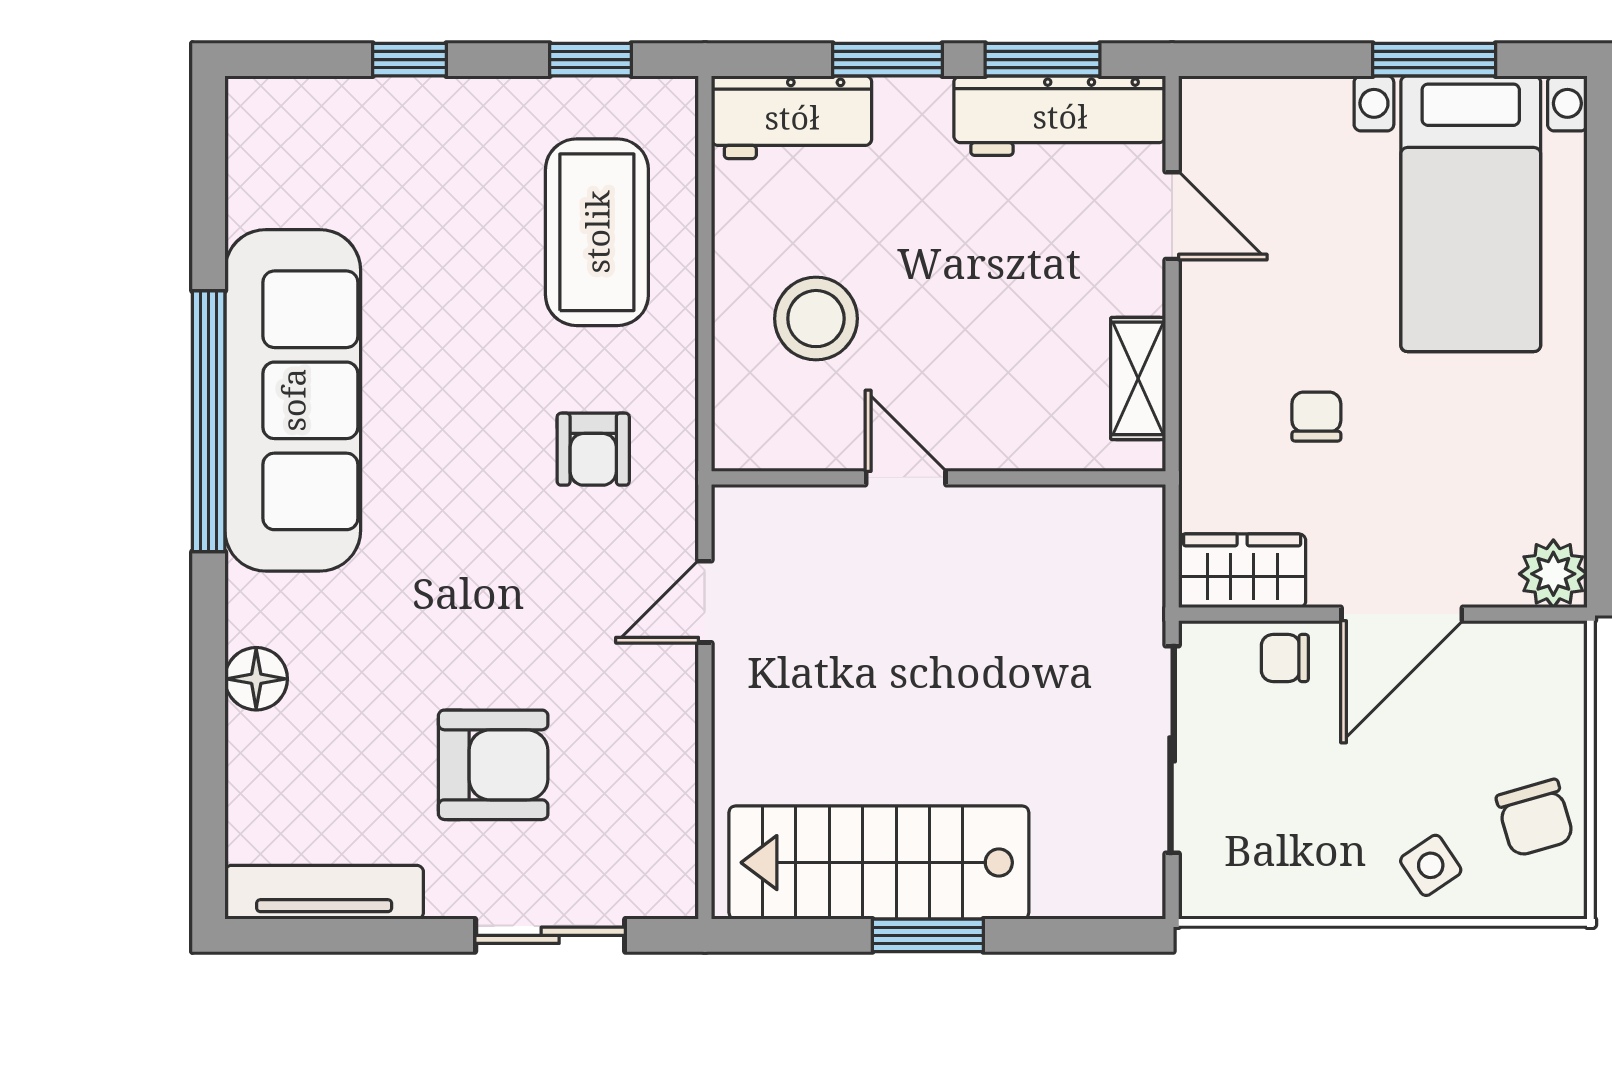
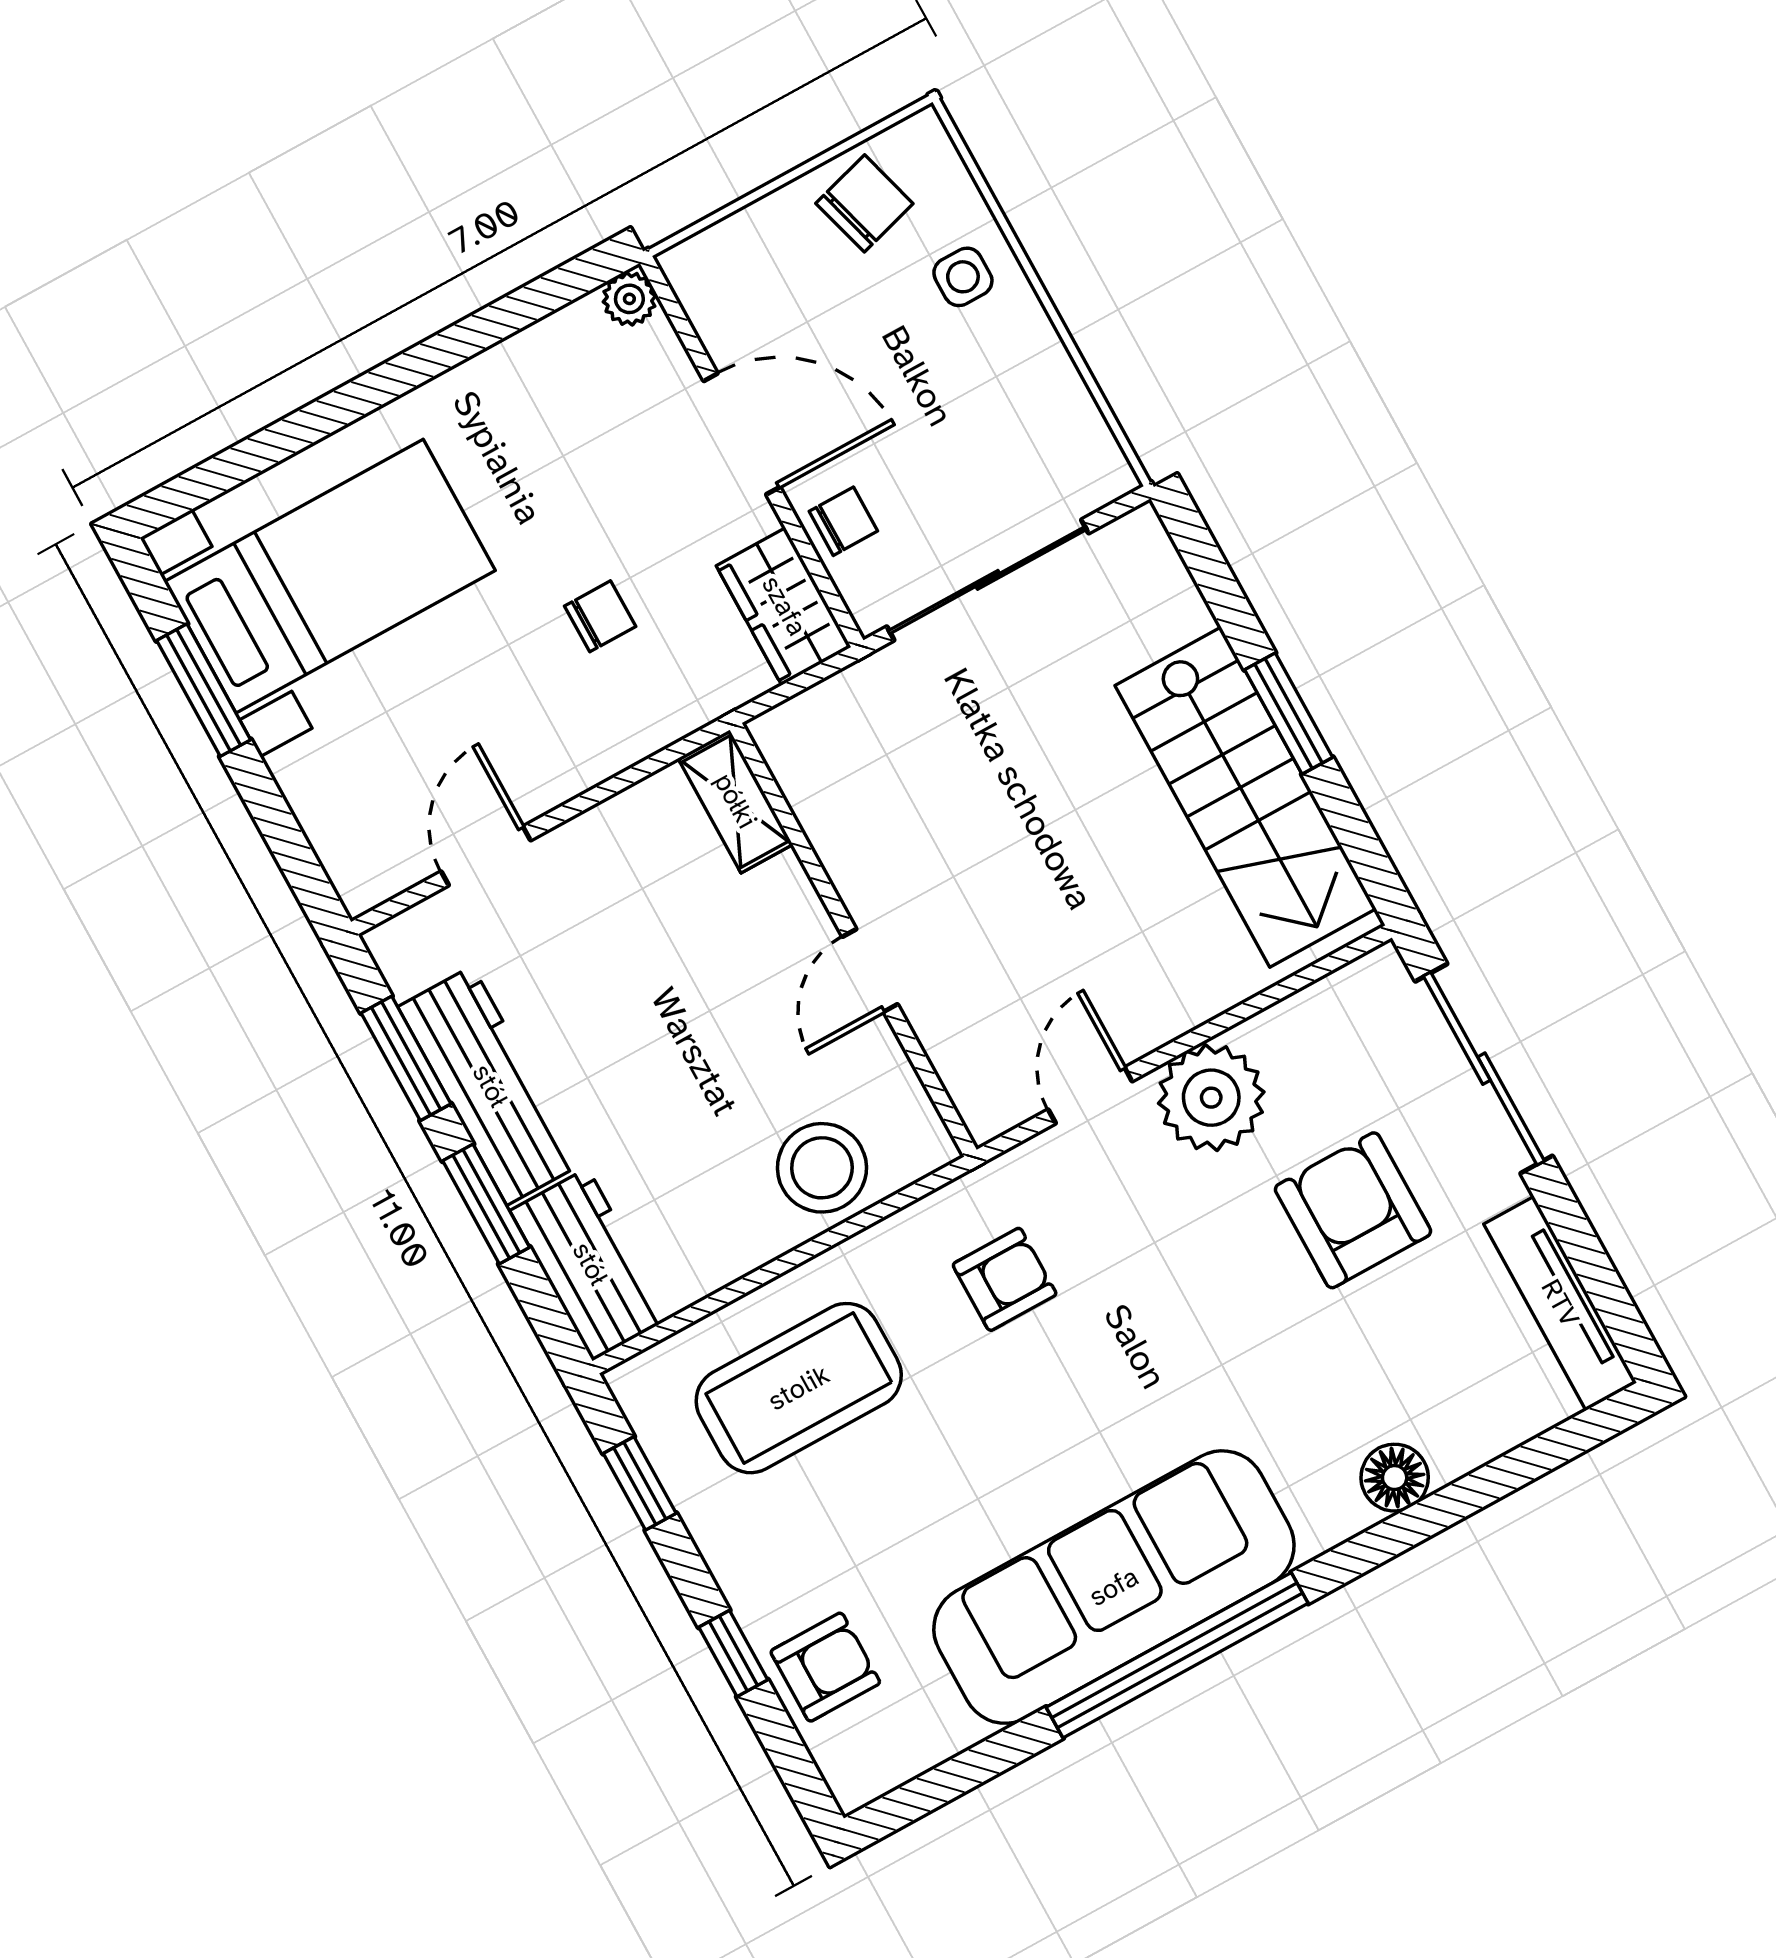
workbench: (1060, 116) -> (490, 1086), moved
armchair: (357, 129) -> (825, 1667), added
stool: (816, 319) -> (822, 1168), moved
shelving: (1138, 378) -> (735, 801), moved, turned 90
chair: (1316, 417) -> (600, 616), turned 180
plant: (1553, 574) -> (629, 299), width x0.73, depth x0.73
door: (705, 602) -> (1090, 1095), swing flipped
chair: (1285, 658) -> (843, 521), turned -90
plant: (649, 700) -> (1211, 1098), added
side table: (1431, 865) -> (963, 277), turned 34
sliding door: (550, 935) -> (1484, 1069), width x1.37

